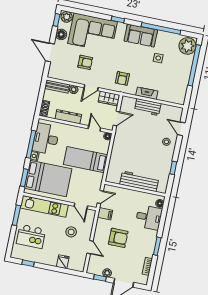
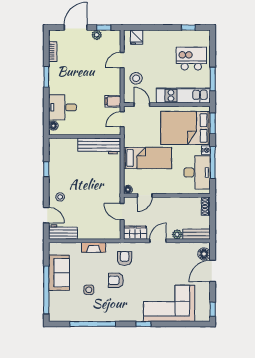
plant: (67, 17) -> (202, 315), removed
floor lamp: (61, 34) -> (204, 254), moved
sofa: (141, 35) -> (59, 273), moved, turned 90
plant: (187, 46) -> (58, 310), removed
door: (50, 52) -> (213, 271), swing flipped
armchair: (85, 62) -> (116, 280), moved
workbench: (148, 107) -> (63, 232), moved
dresser: (68, 117) -> (177, 203), removed
door: (116, 119) -> (122, 212), hinge flipped
door: (94, 128) -> (145, 195), hinge flipped
workbench: (139, 181) -> (99, 146), moved
stool: (71, 232) -> (136, 78), moved
armchair: (118, 238) -> (92, 77), removed
door: (90, 247) -> (122, 60), hinge flipped
fridge: (63, 262) -> (137, 37), moved

